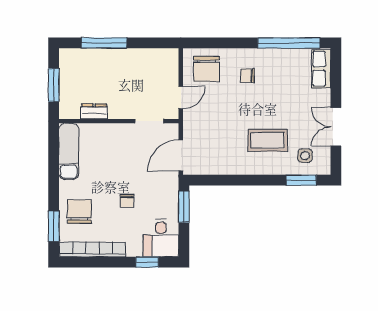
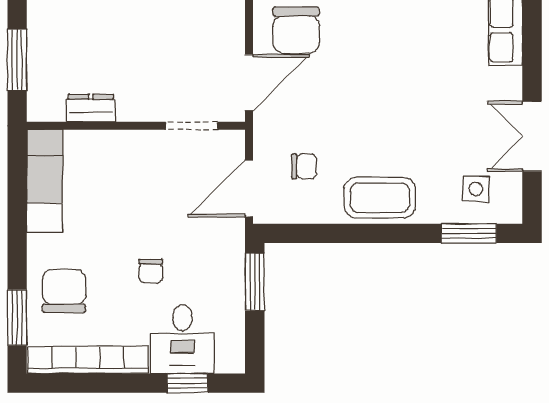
chair: (248, 76) -> (304, 166), moved, turned 180
door: (181, 98) -> (249, 83), width x1.38
coffee table: (268, 140) -> (380, 198), moved
desk: (161, 238) -> (182, 339), moved

